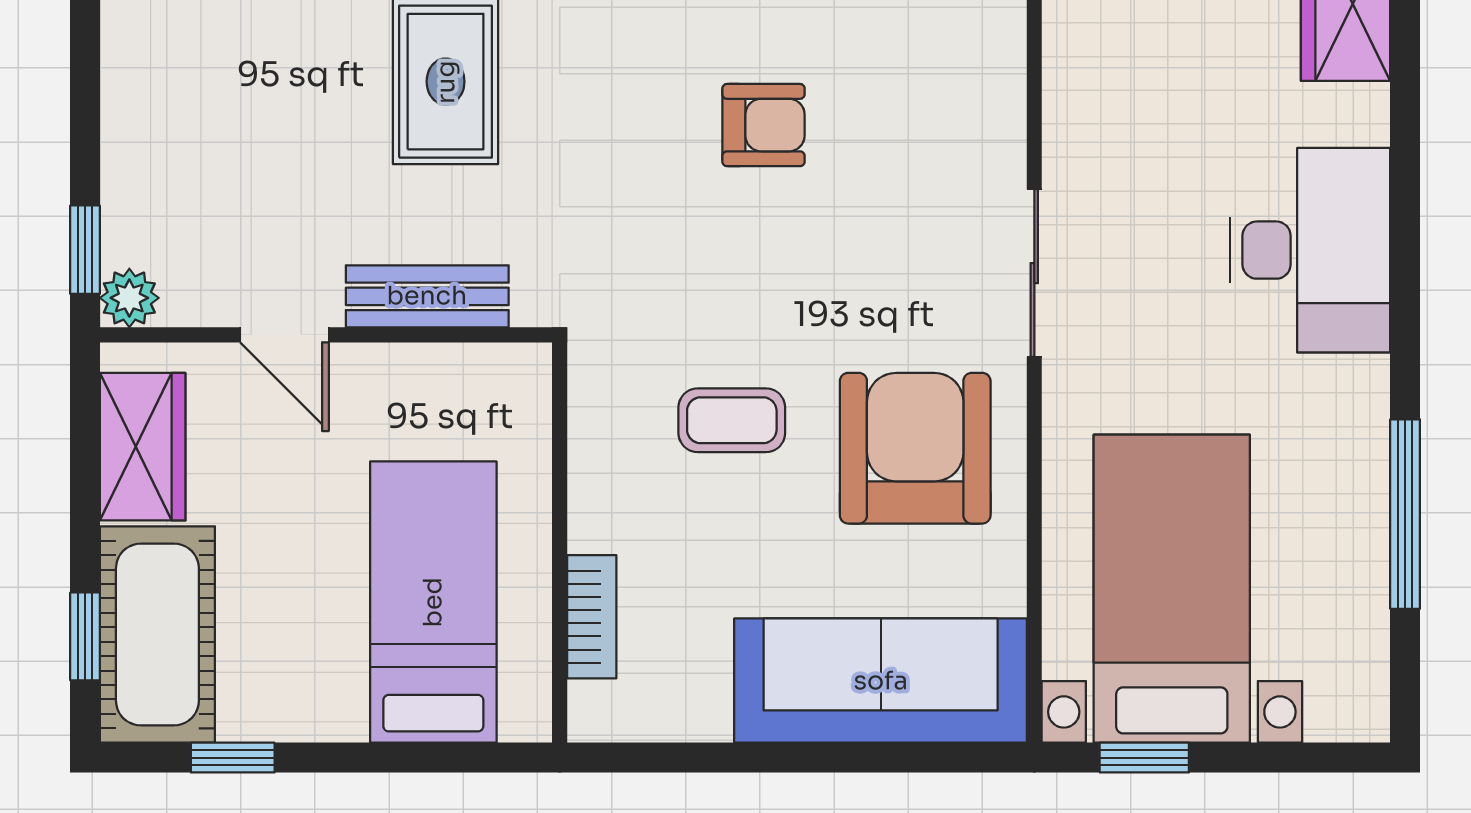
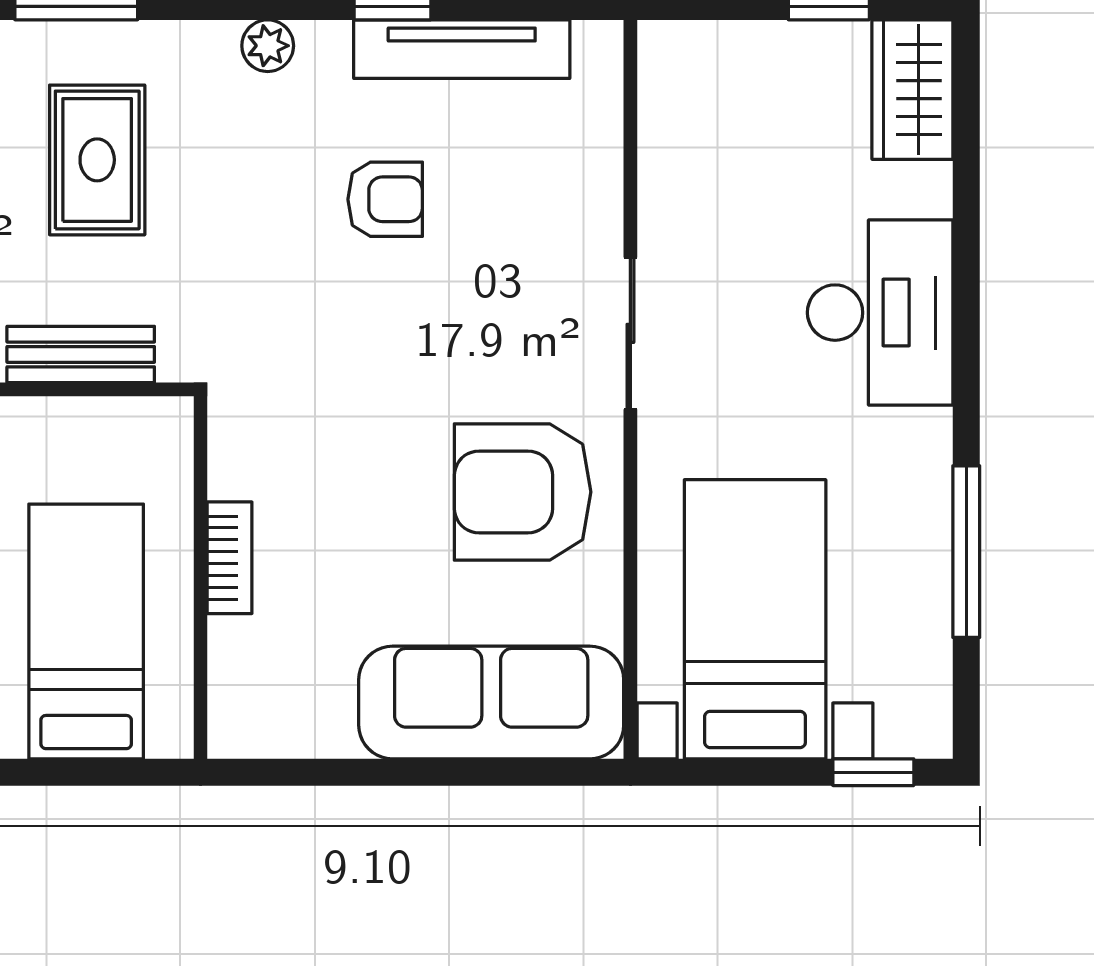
coffee table: (732, 420) -> (356, 467), removed
armchair: (915, 448) -> (523, 492), turned -90
bookcase: (592, 617) -> (230, 558), moved
window: (1144, 758) -> (873, 772), moved

